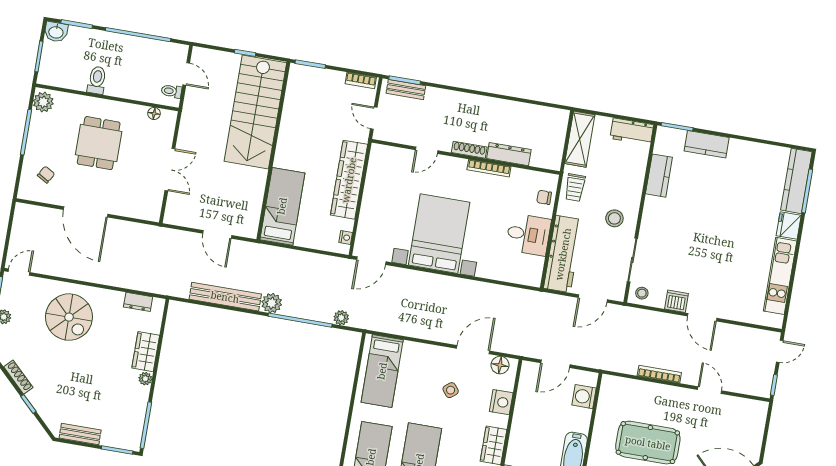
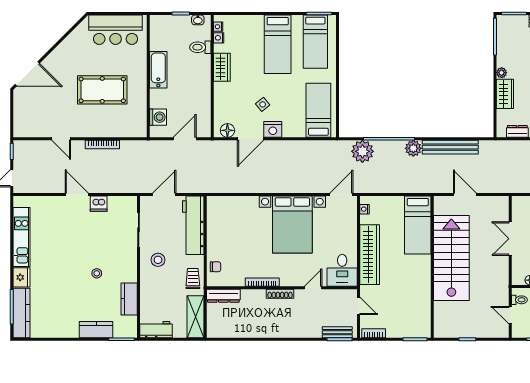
stairs: (255, 112) -> (451, 258), moved
dresser: (509, 154) -> (223, 296), moved
desk: (528, 235) -> (342, 270), moved, turned -90
stool: (642, 293) -> (97, 273), moved
plant: (341, 318) -> (362, 151), width x1.87, depth x1.87
nightstand: (501, 402) -> (273, 129), moved, turned -90

